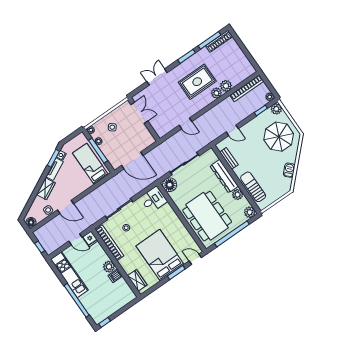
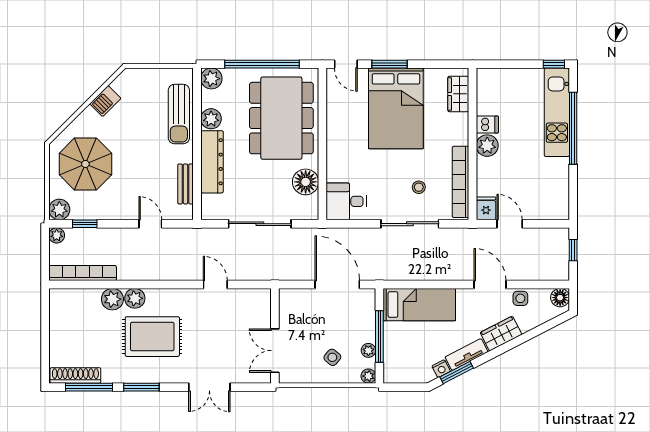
bed: (90, 164) -> (419, 305), moved, turned -90
floor lamp: (170, 185) -> (306, 182), moved
kitchen unit: (69, 275) -> (557, 112), moved

